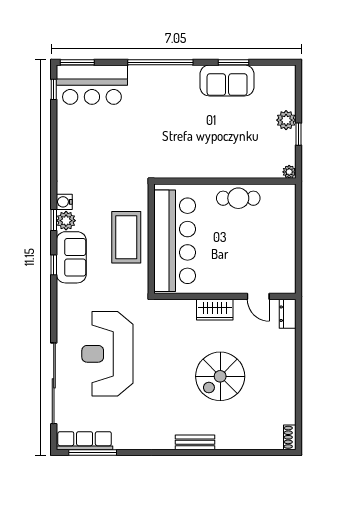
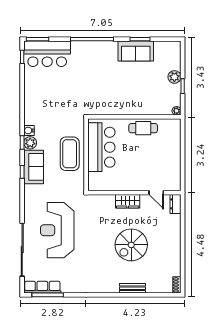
bar counter: (175, 241) -> (101, 147), width x0.73
bench: (195, 442) -> (132, 288), moved

